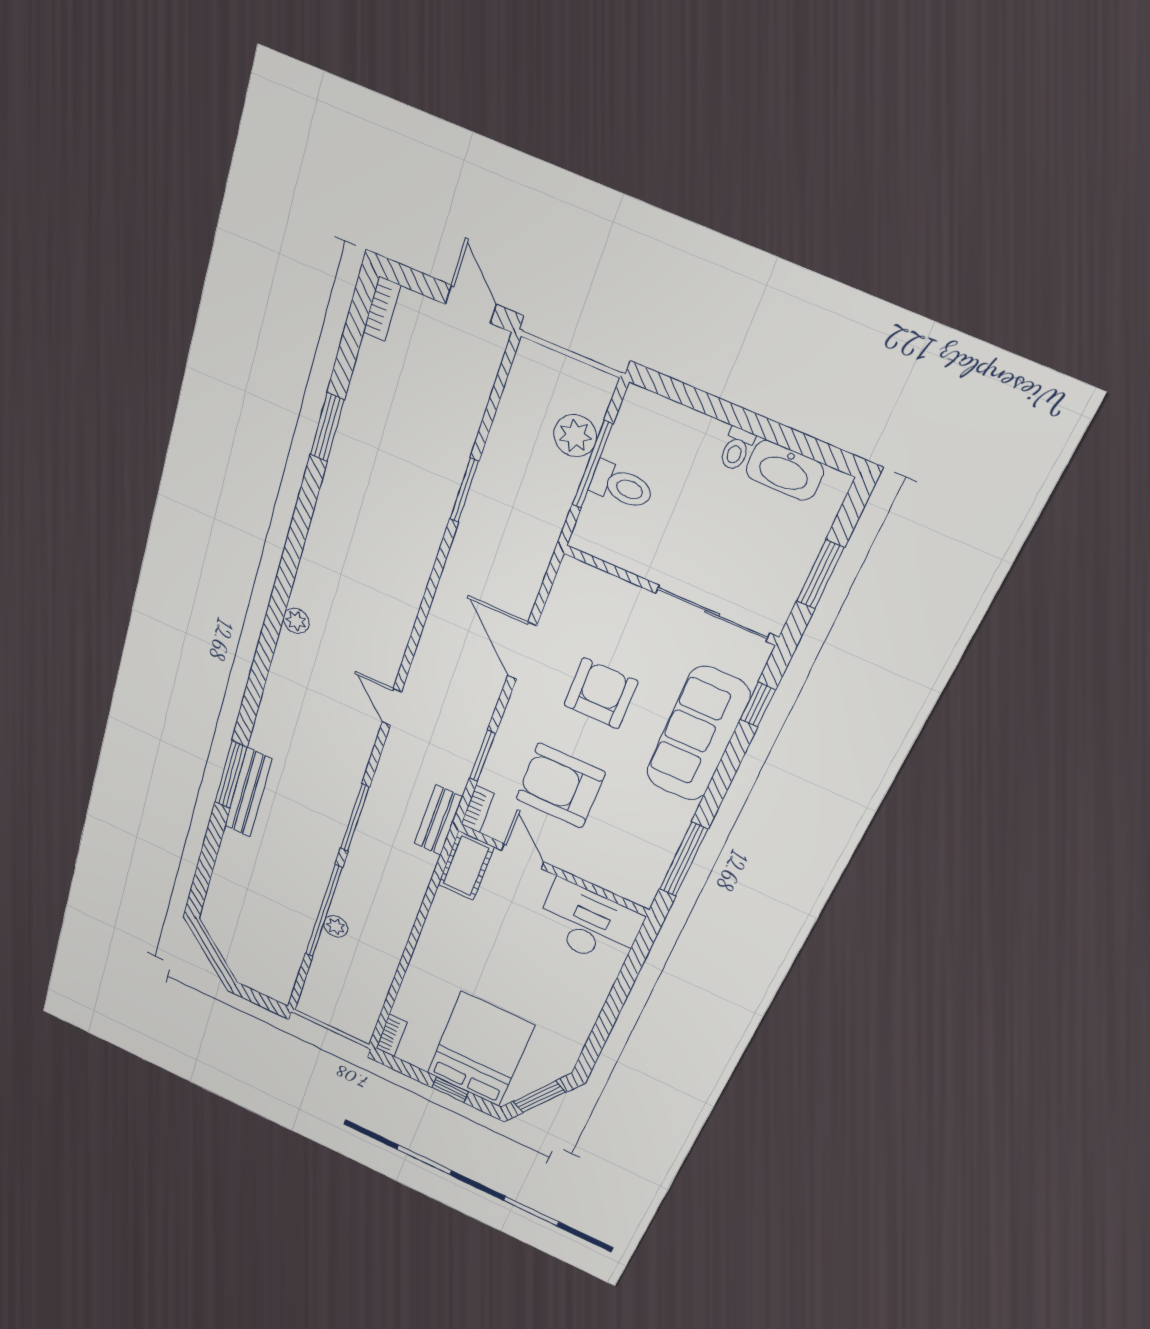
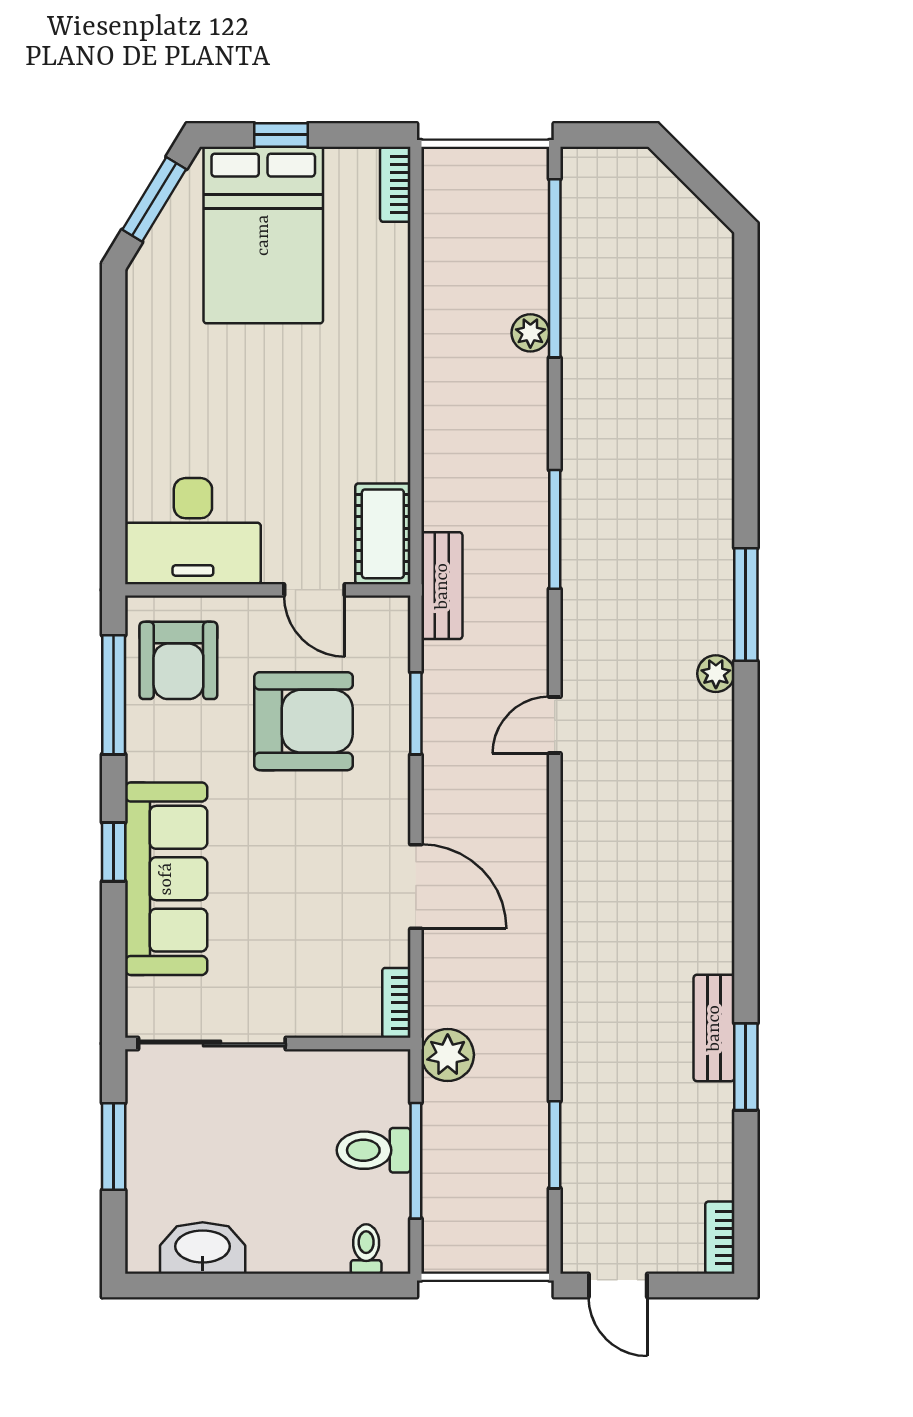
plant: (575, 436) -> (448, 1055), moved
toilet: (736, 449) -> (366, 1249), moved
window: (464, 490) -> (555, 1145), moved
plant: (296, 621) -> (716, 674), moved
armchair: (601, 693) -> (178, 660), moved
window: (758, 704) -> (114, 852), moved
door: (392, 707) -> (555, 725), swing flipped
window: (231, 775) -> (746, 604), moved
bench: (248, 793) -> (714, 1028), moved, width x0.73
bookcase: (477, 809) -> (396, 1003), moved
window: (324, 911) -> (555, 268), moved

